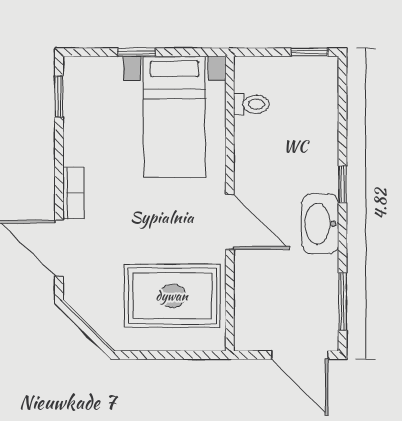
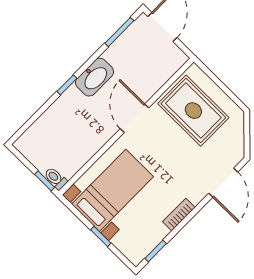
window: (309, 52) -> (45, 181), moved
toilet: (251, 104) -> (56, 178), moved
bookcase: (73, 193) -> (179, 215), moved

